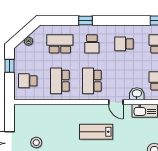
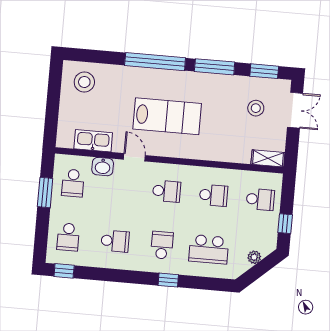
school desk: (60, 81) -> (213, 195), width x0.54
school desk: (92, 81) -> (167, 191), width x0.54
shelving: (25, 109) -> (268, 158), added
lab bench: (96, 132) -> (167, 116), width x1.36, depth x1.39

